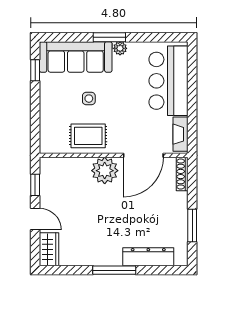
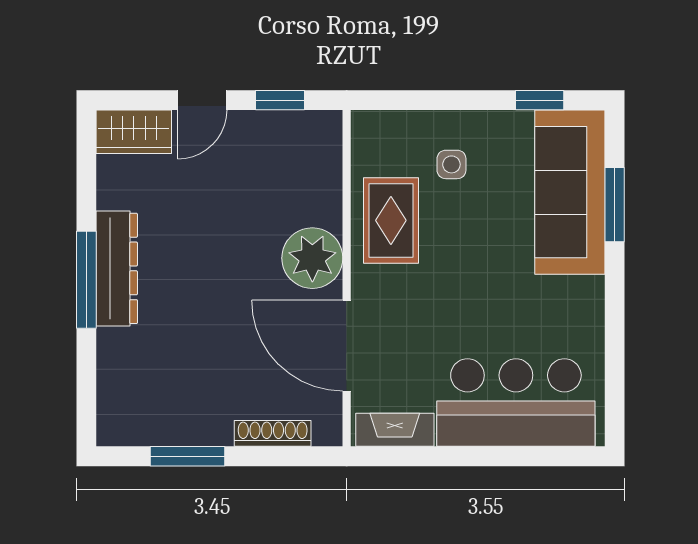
window: (109, 37) -> (615, 205), moved
plant: (120, 48) -> (589, 293), removed
side table: (89, 99) -> (451, 164), moved
shoe rack: (182, 174) -> (273, 433), moved
dresser: (148, 257) -> (117, 268), moved

